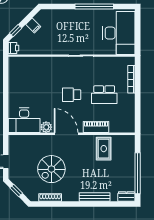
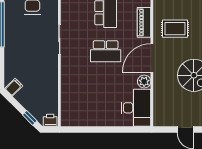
filing cabinet: (33, 26) -> (14, 87), moved
school desk: (72, 95) -> (106, 51), width x1.85
rug: (104, 149) -> (175, 29), moved

